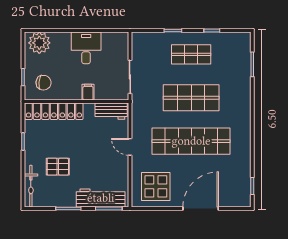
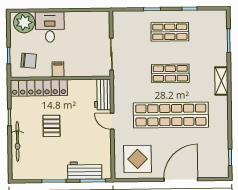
desk: (86, 48) -> (50, 27), moved
filing cabinet: (88, 92) -> (58, 69), moved
shop shelf: (191, 98) -> (170, 73), width x0.70, depth x0.74
shelving: (244, 106) -> (221, 81), added
workbench: (111, 111) -> (103, 94), moved, turned 90
pallet: (58, 167) -> (51, 126), moved, turned 90
bicycle: (31, 186) -> (17, 141), moved
workbench: (101, 198) -> (85, 171), width x0.73

